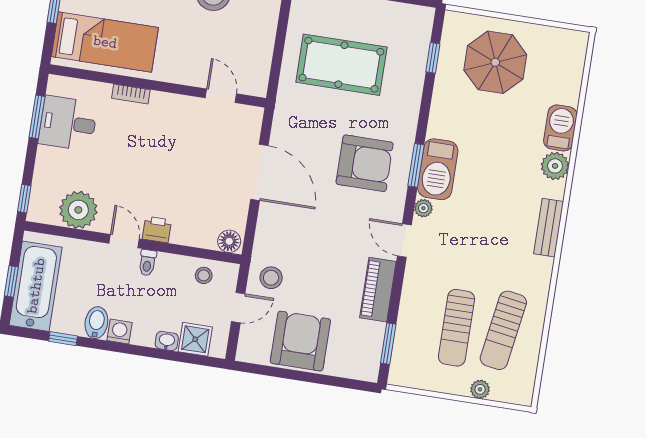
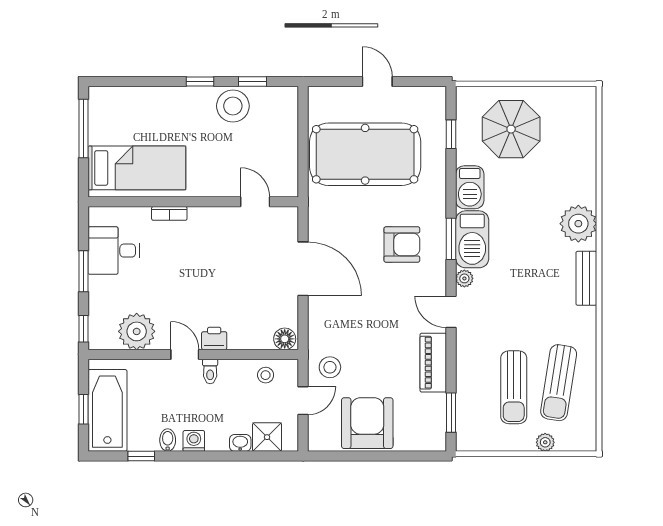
pool table: (341, 65) -> (365, 154), width x1.36, depth x1.32
window: (37, 117) -> (83, 271), moved
barbecue: (560, 128) -> (470, 187), moved, turned 180
armchair: (365, 163) -> (402, 244), width x0.73, depth x0.73
plant: (555, 166) -> (578, 224), width x1.36, depth x1.36
bidet: (96, 323) -> (168, 440), width x0.72, depth x0.74

